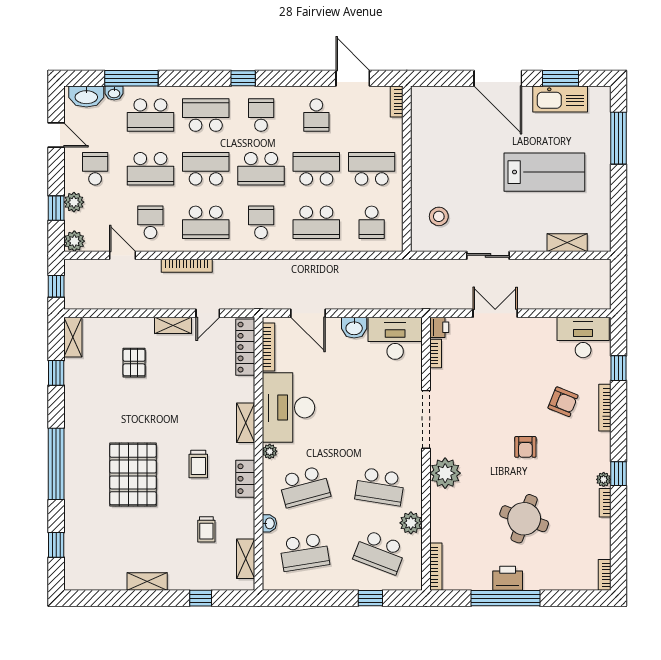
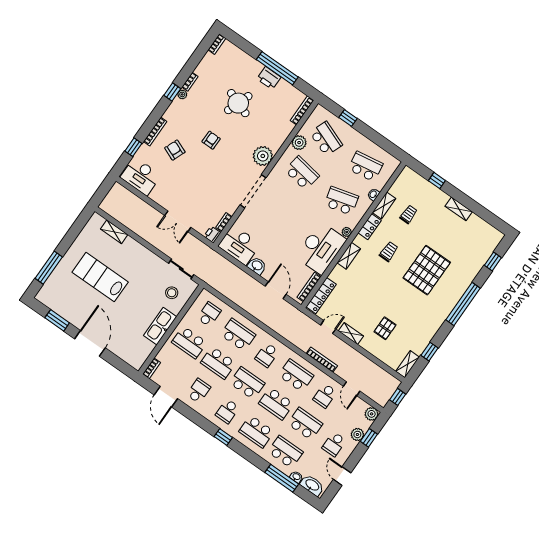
kitchen sink: (560, 99) -> (160, 326), moved, turned -90
sliding door: (488, 255) -> (181, 269), moved
shelving: (246, 559) -> (384, 206), moved

